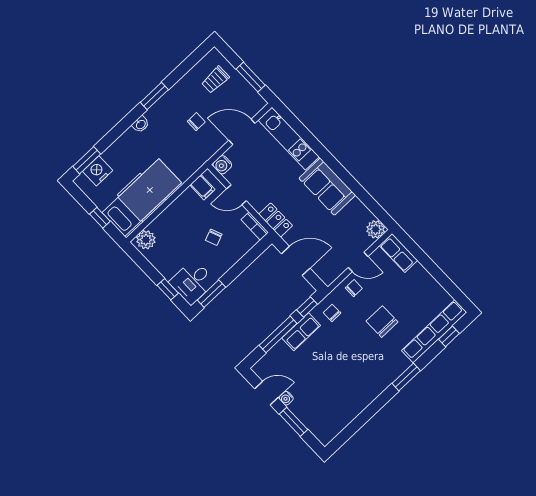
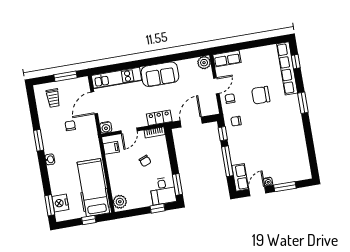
row of seats: (301, 332) -> (240, 177), moved

